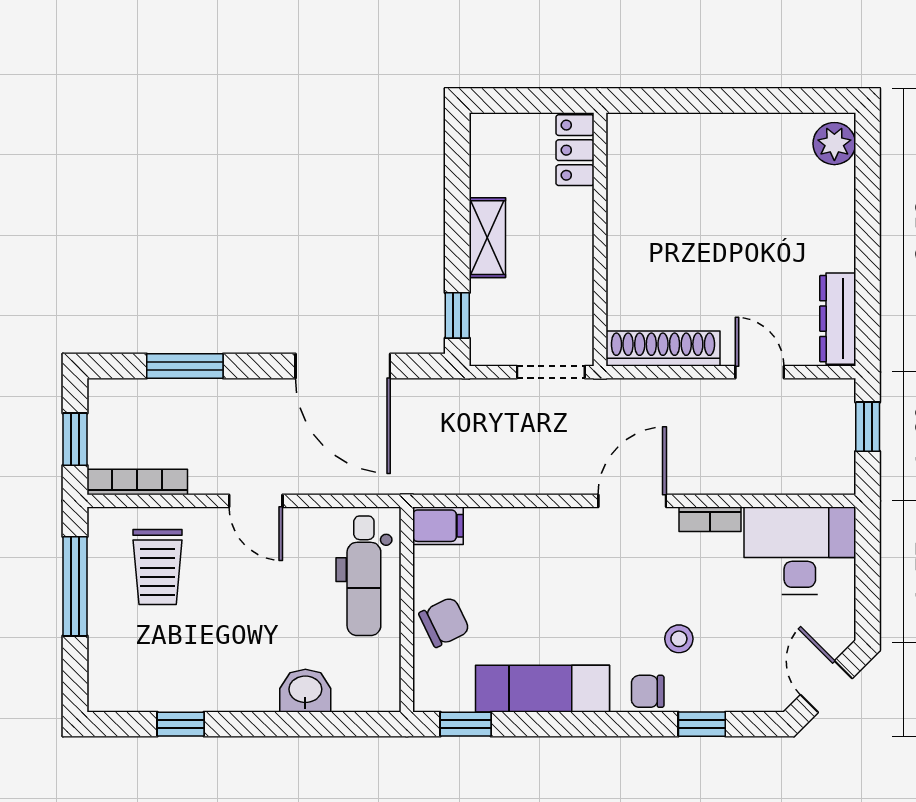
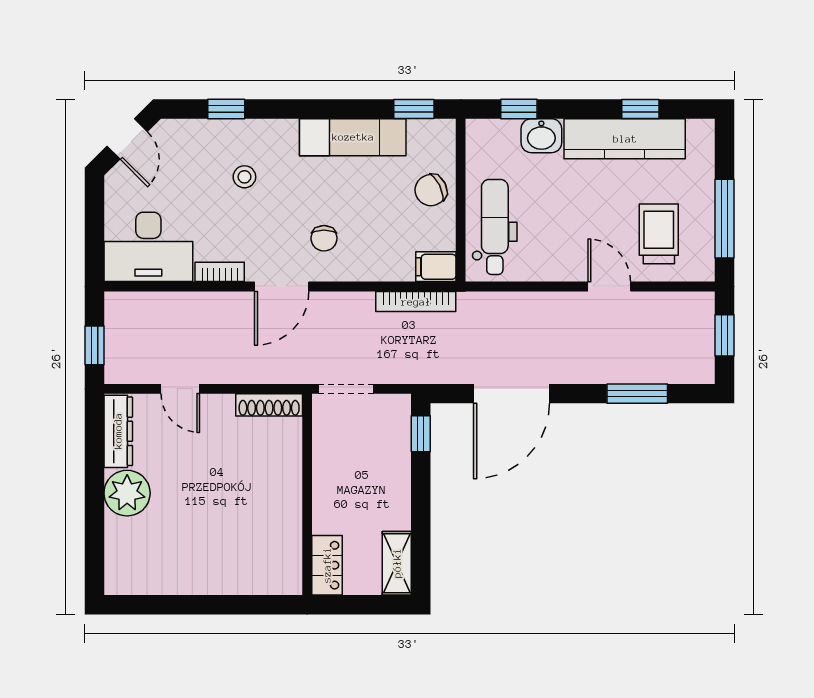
plant: (834, 144) -> (127, 493), moved, width x1.36, depth x1.36
shelving: (487, 238) -> (397, 563), moved
shoe rack: (663, 348) -> (269, 405), width x0.74, depth x0.81
door: (343, 366) -> (512, 394), swing flipped
bookcase: (137, 482) -> (416, 302), moved
door: (256, 501) -> (609, 286), moved
kitchen counter: (201, 687) -> (625, 139), added
chair: (648, 691) -> (324, 238), moved, turned 90
window: (334, 724) -> (519, 109), added

